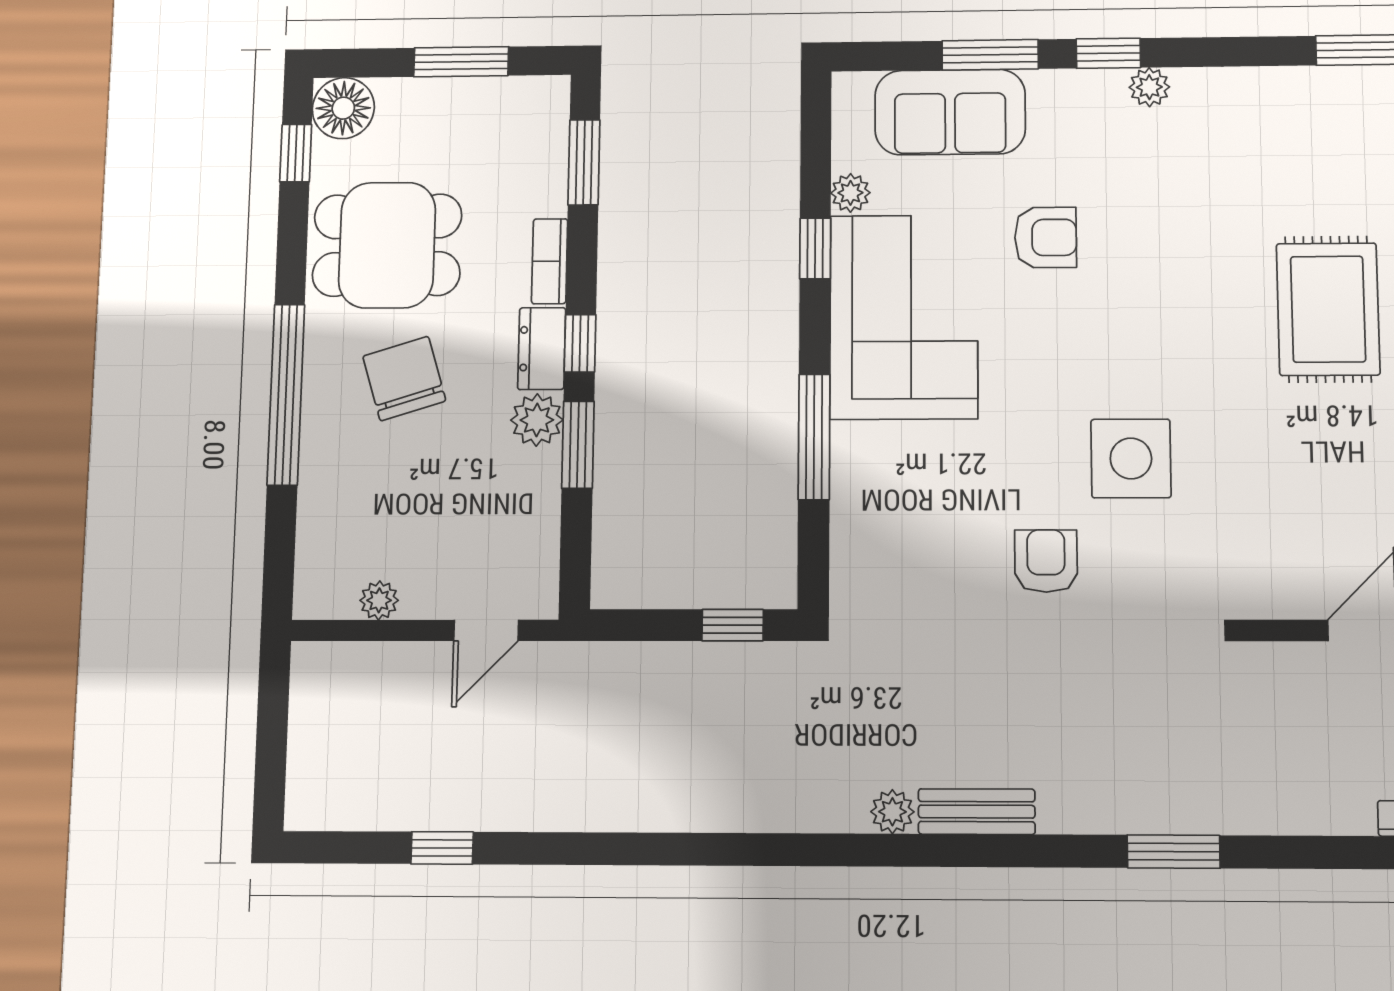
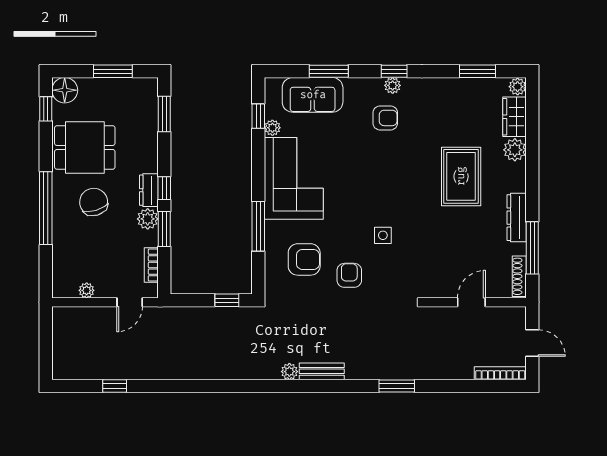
window: (1108, 53) -> (394, 71), moved
armchair: (1046, 237) -> (385, 118), moved
window: (815, 248) -> (258, 116), moved
bookcase: (550, 261) -> (151, 265), moved
side table: (1131, 458) -> (383, 235), width x0.54, depth x0.54
armchair: (930, 521) -> (304, 259), added

